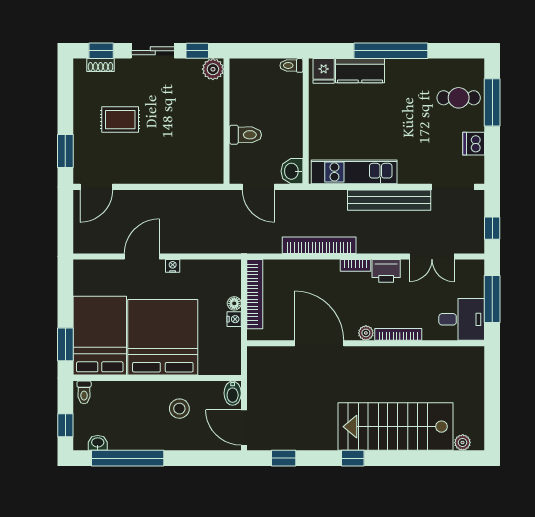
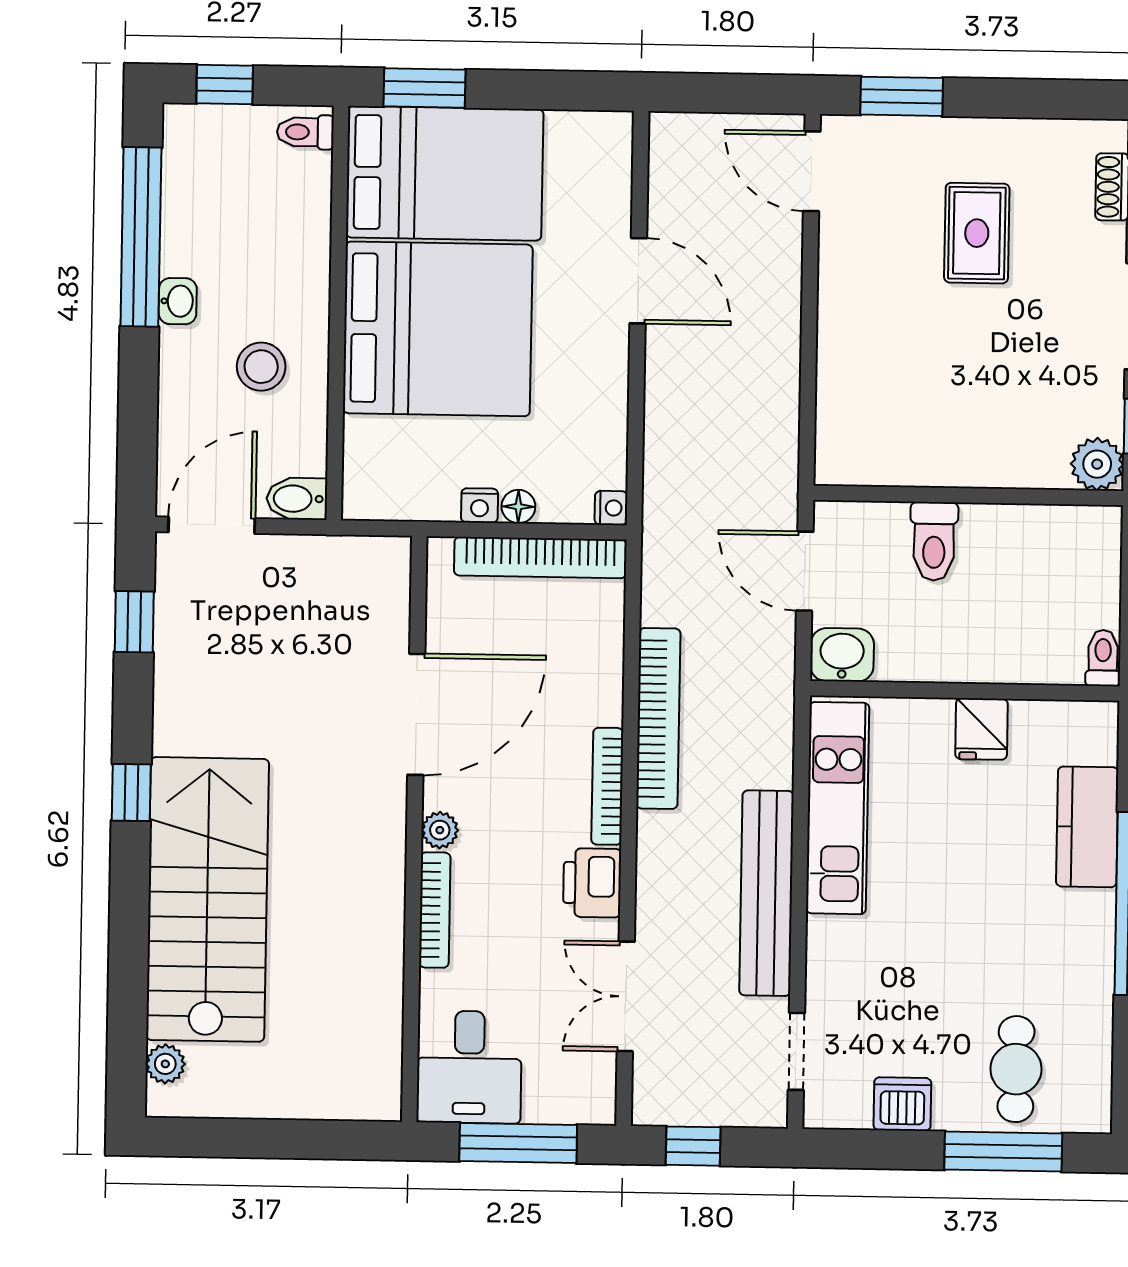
fridge: (324, 71) -> (981, 729), moved, turned -90
door: (258, 187) -> (805, 571), hinge flipped
doorway: (453, 187) -> (796, 1051), width x0.73
bookcase: (355, 265) -> (607, 786), width x1.56
nightstand: (173, 266) -> (611, 508), moved
washbasin: (98, 443) -> (178, 301), moved

